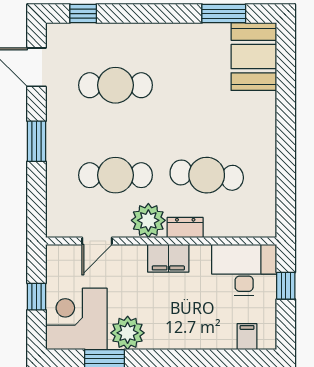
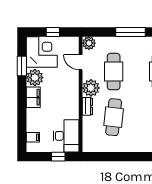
window: (36, 141) -> (131, 32), width x1.44
plant: (59, 225) -> (89, 43), added
filing cabinet: (168, 258) -> (33, 97), moved, turned 180

